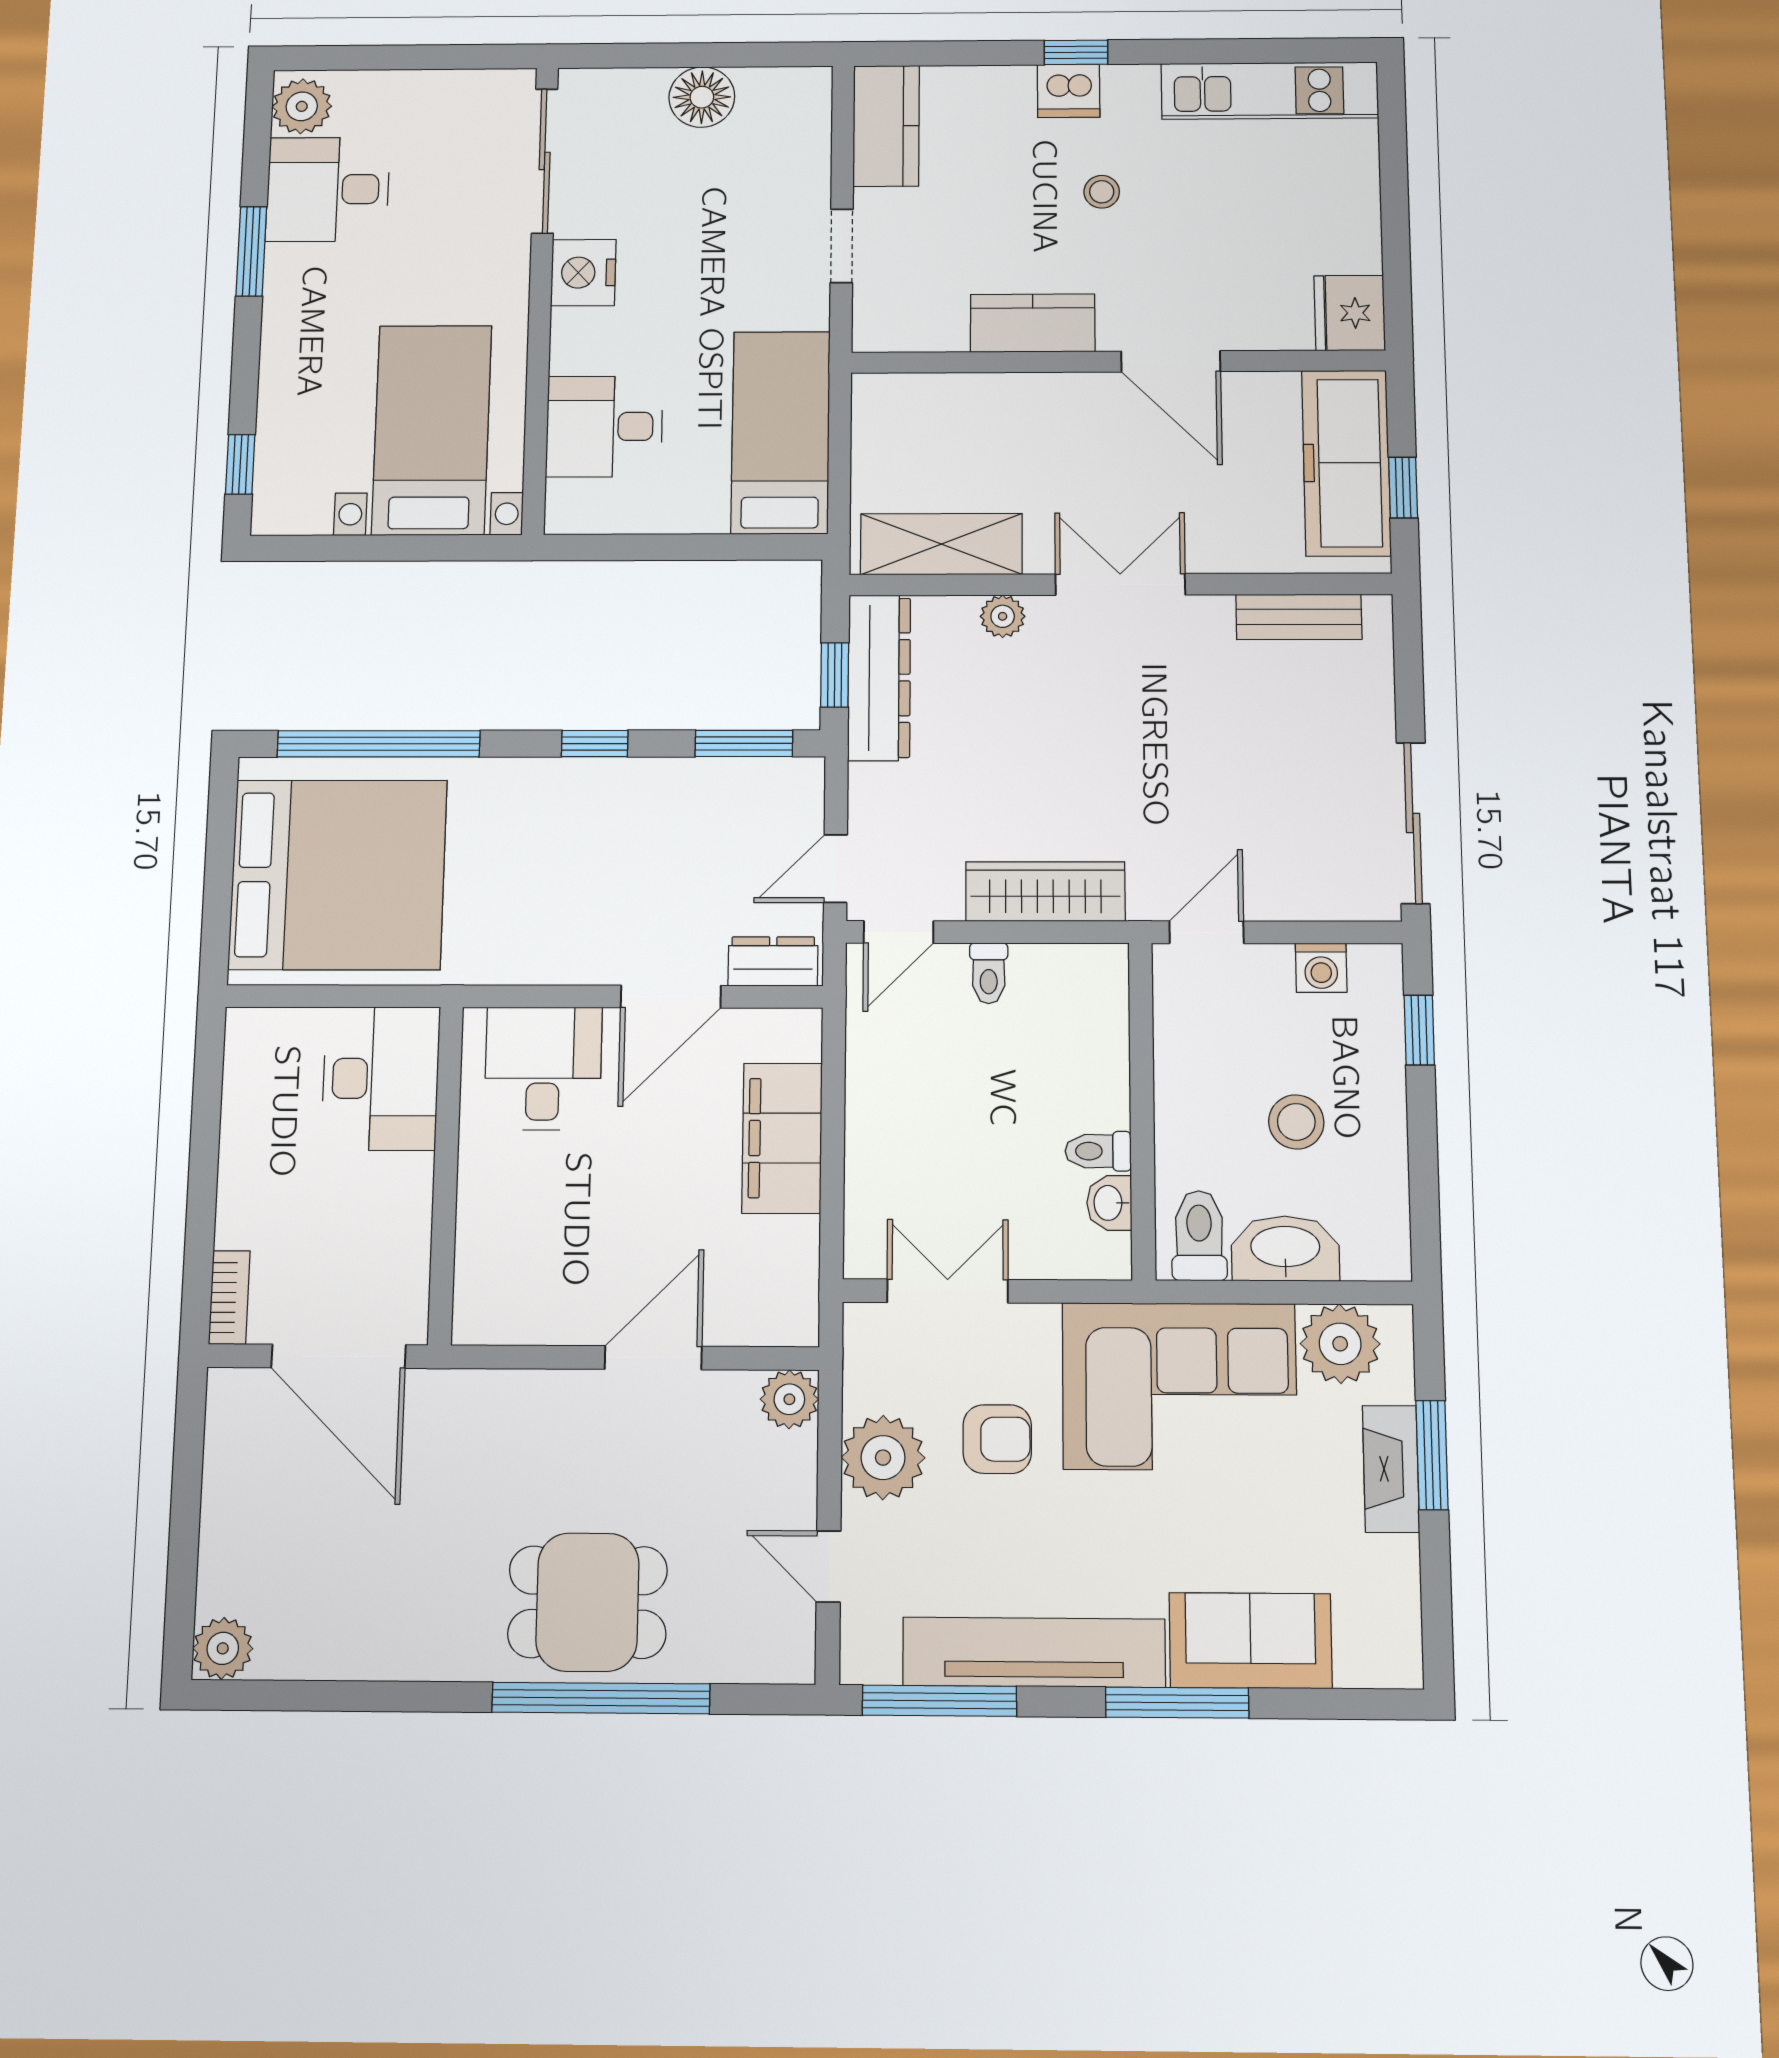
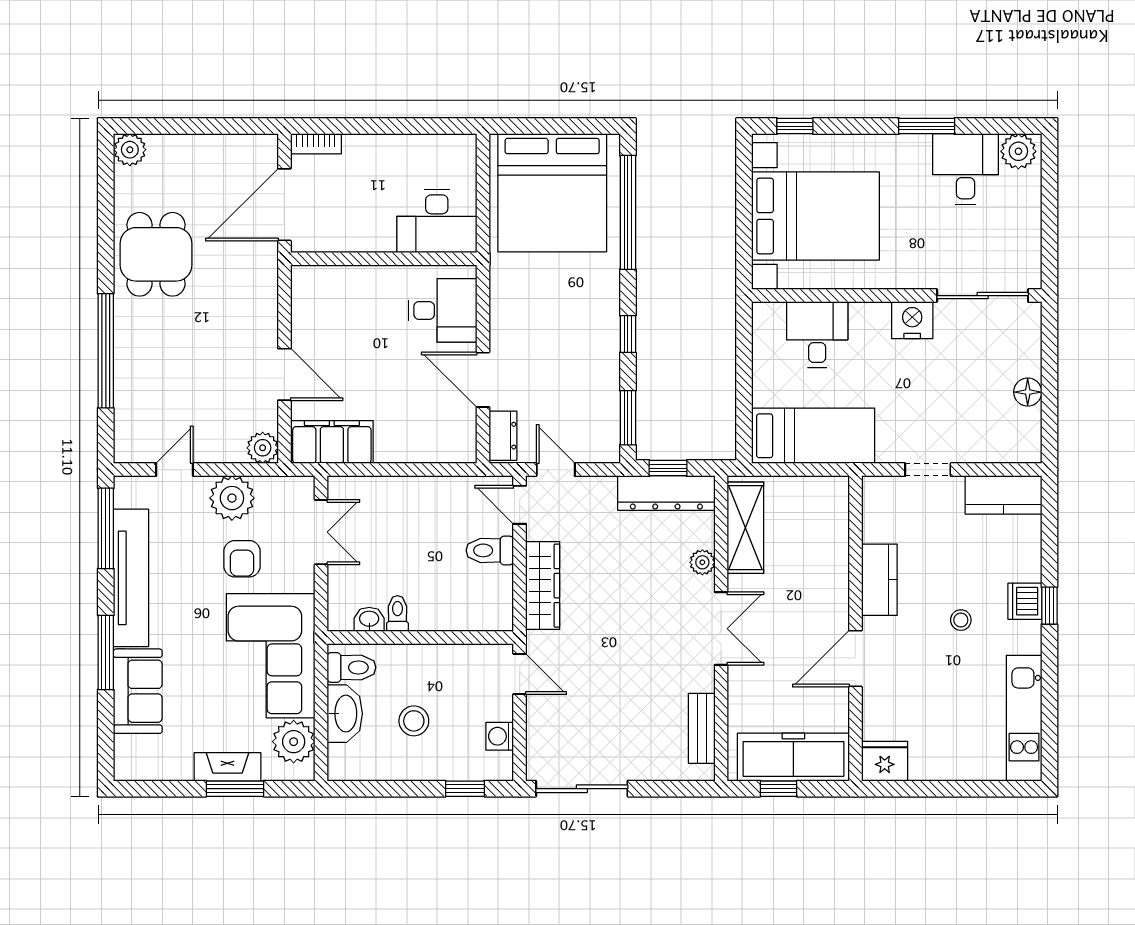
floor lamp: (702, 97) -> (1028, 392), width x0.73, depth x0.73
bed with nightstands: (432, 430) -> (815, 216), width x1.36
toilet: (989, 973) -> (490, 550), width x1.37, depth x1.39
filing cabinet: (782, 1138) -> (332, 442), moved
dining table: (588, 1602) -> (156, 254), moved

